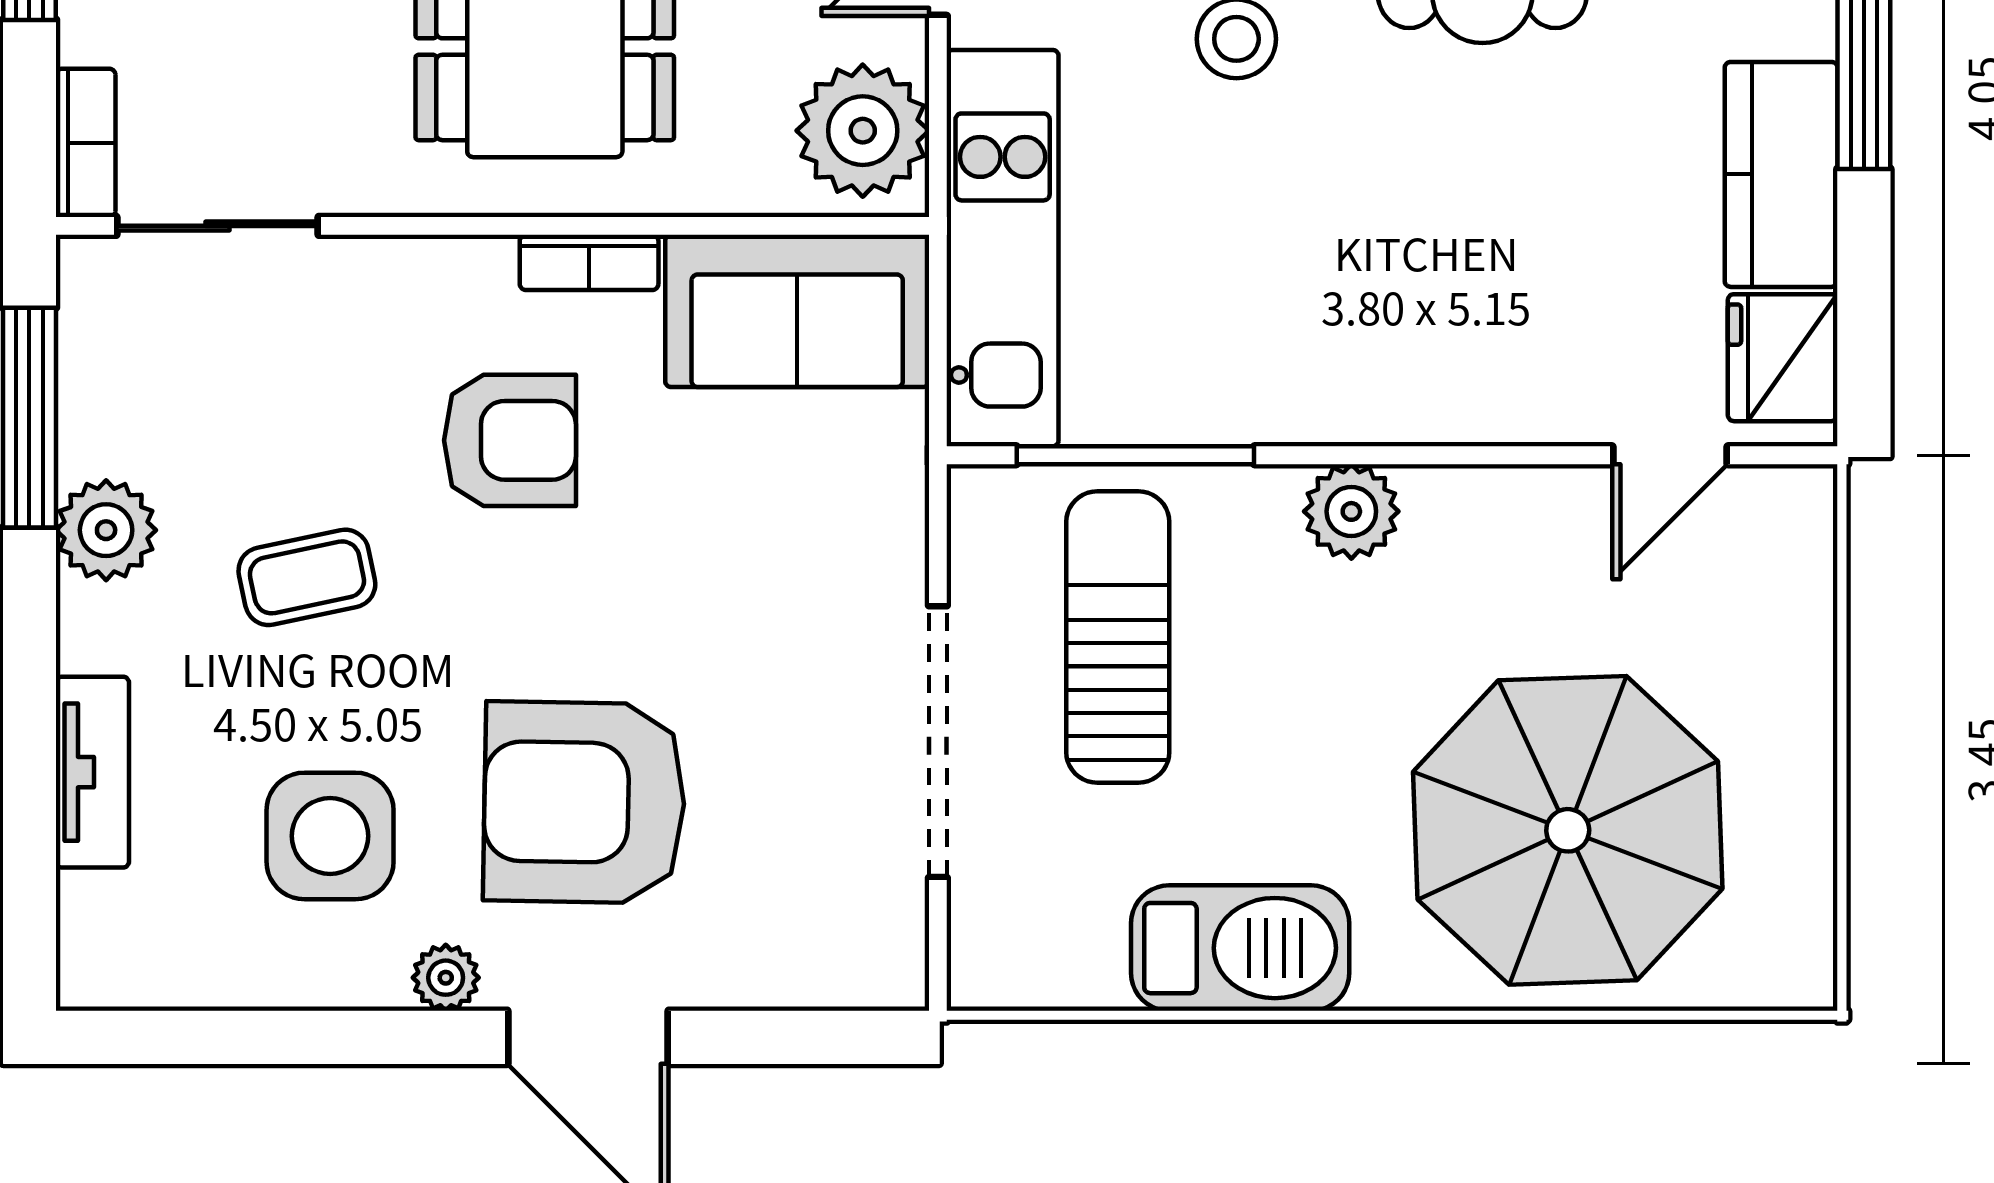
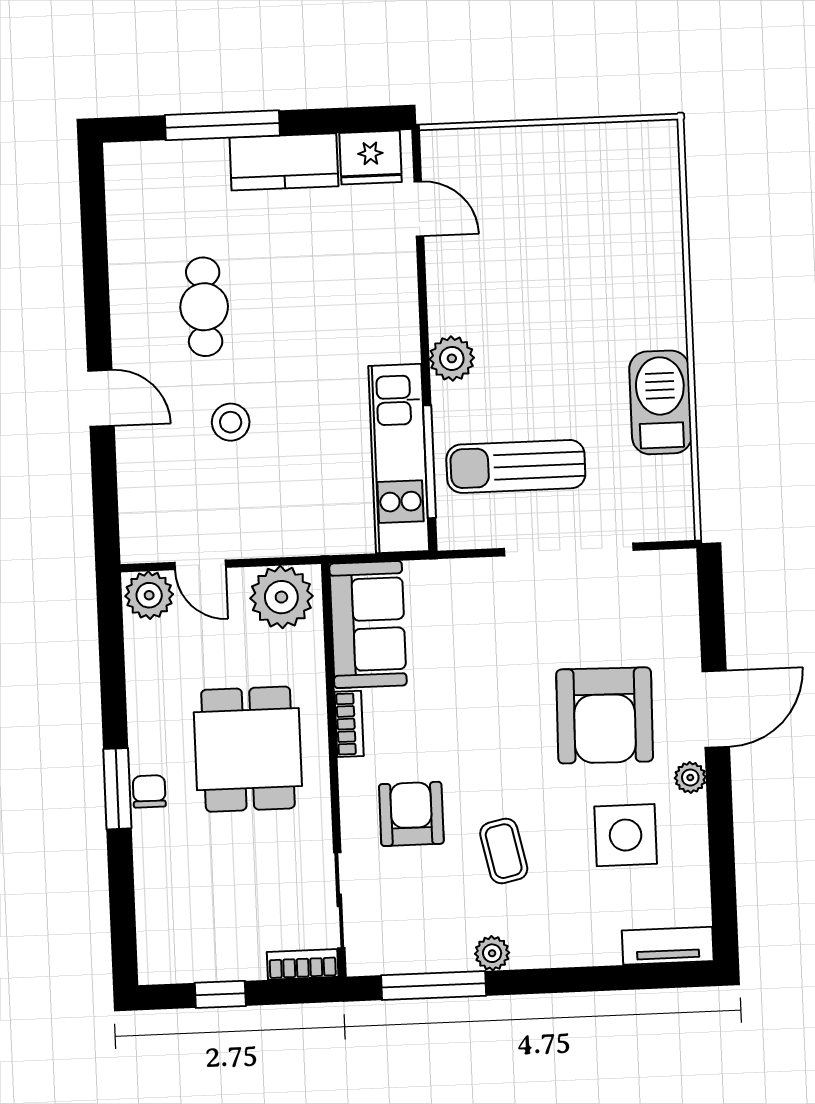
kitchen unit: (1003, 248) -> (399, 458), moved, turned -90
armchair: (510, 440) -> (411, 814), moved
plant: (106, 530) -> (492, 953), width x0.73, depth x0.73
tv unit: (92, 772) -> (668, 946), moved
parasol: (1568, 830) -> (598, 250), removed

